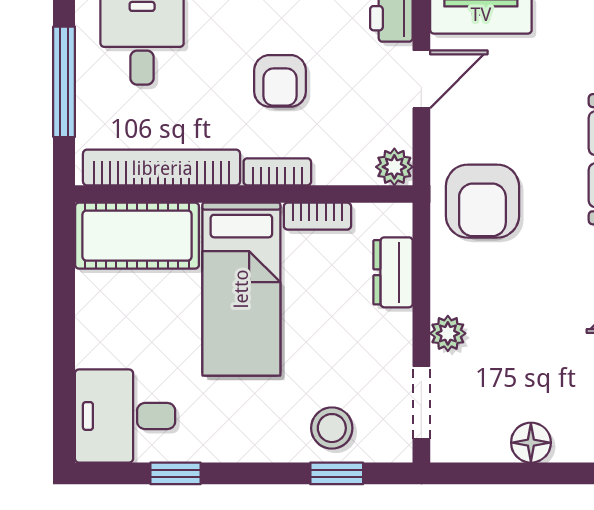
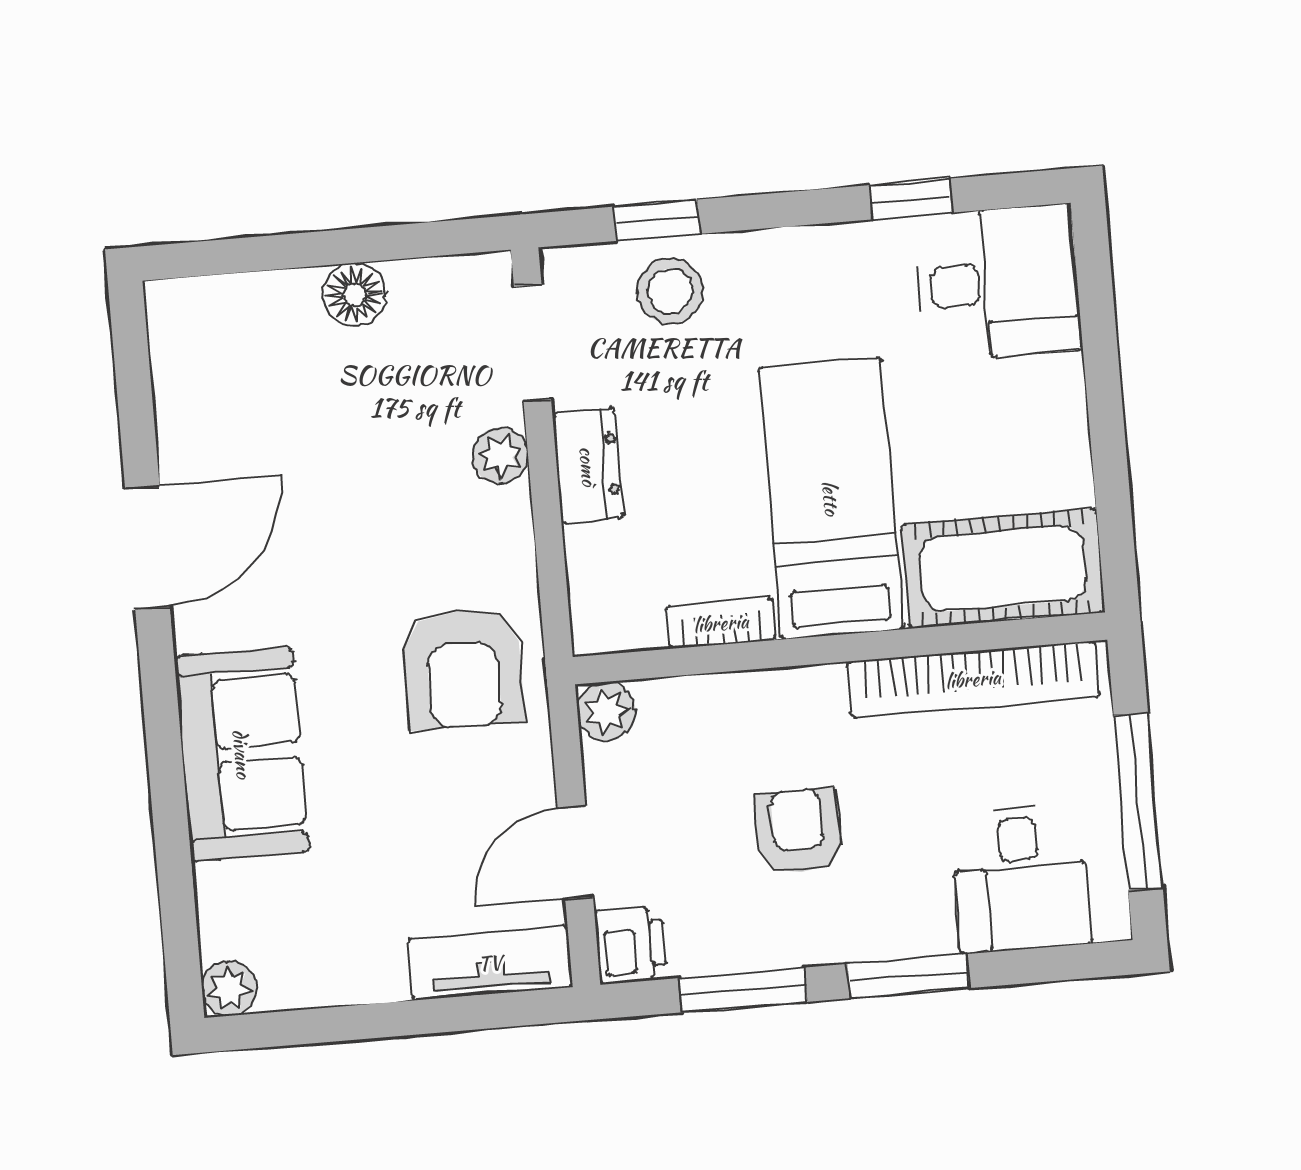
bookcase: (277, 172) -> (790, 688), removed
armchair: (482, 201) -> (463, 669), turned 180
dresser: (393, 272) -> (588, 466), moved

